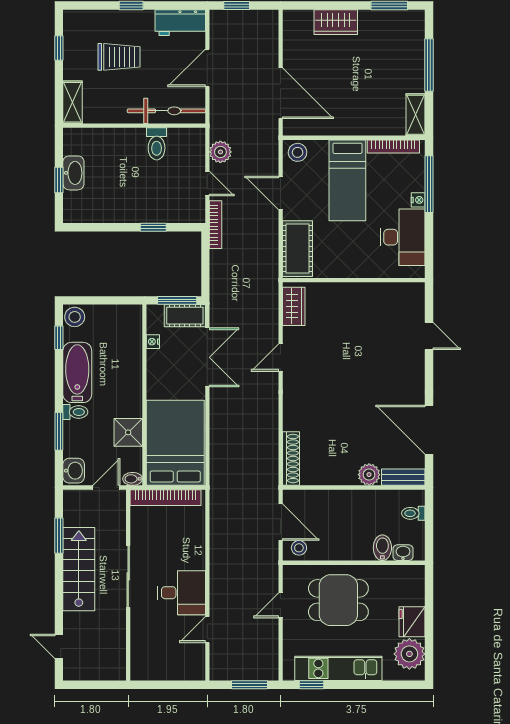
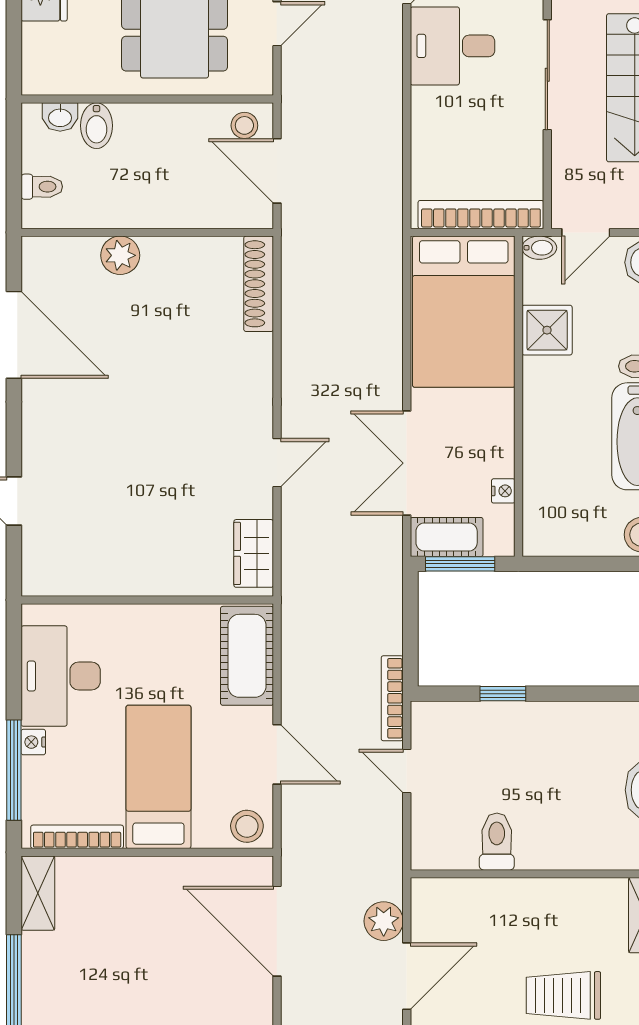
bicycle: (166, 111) -> (479, 900), removed
plant: (220, 152) -> (384, 921), moved
bench: (403, 477) -> (60, 251), removed

